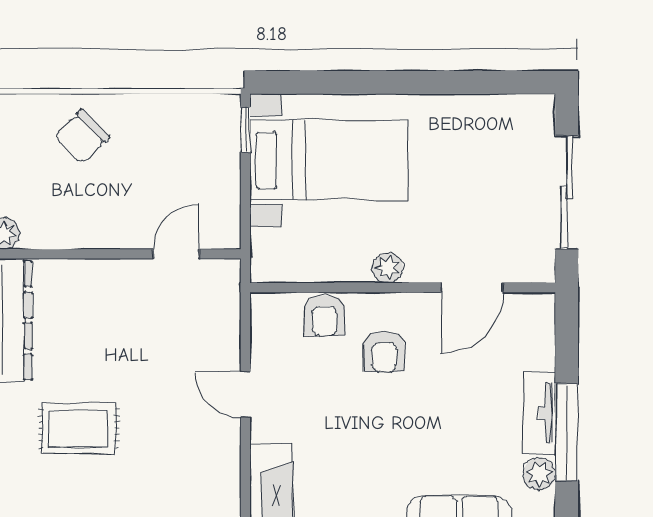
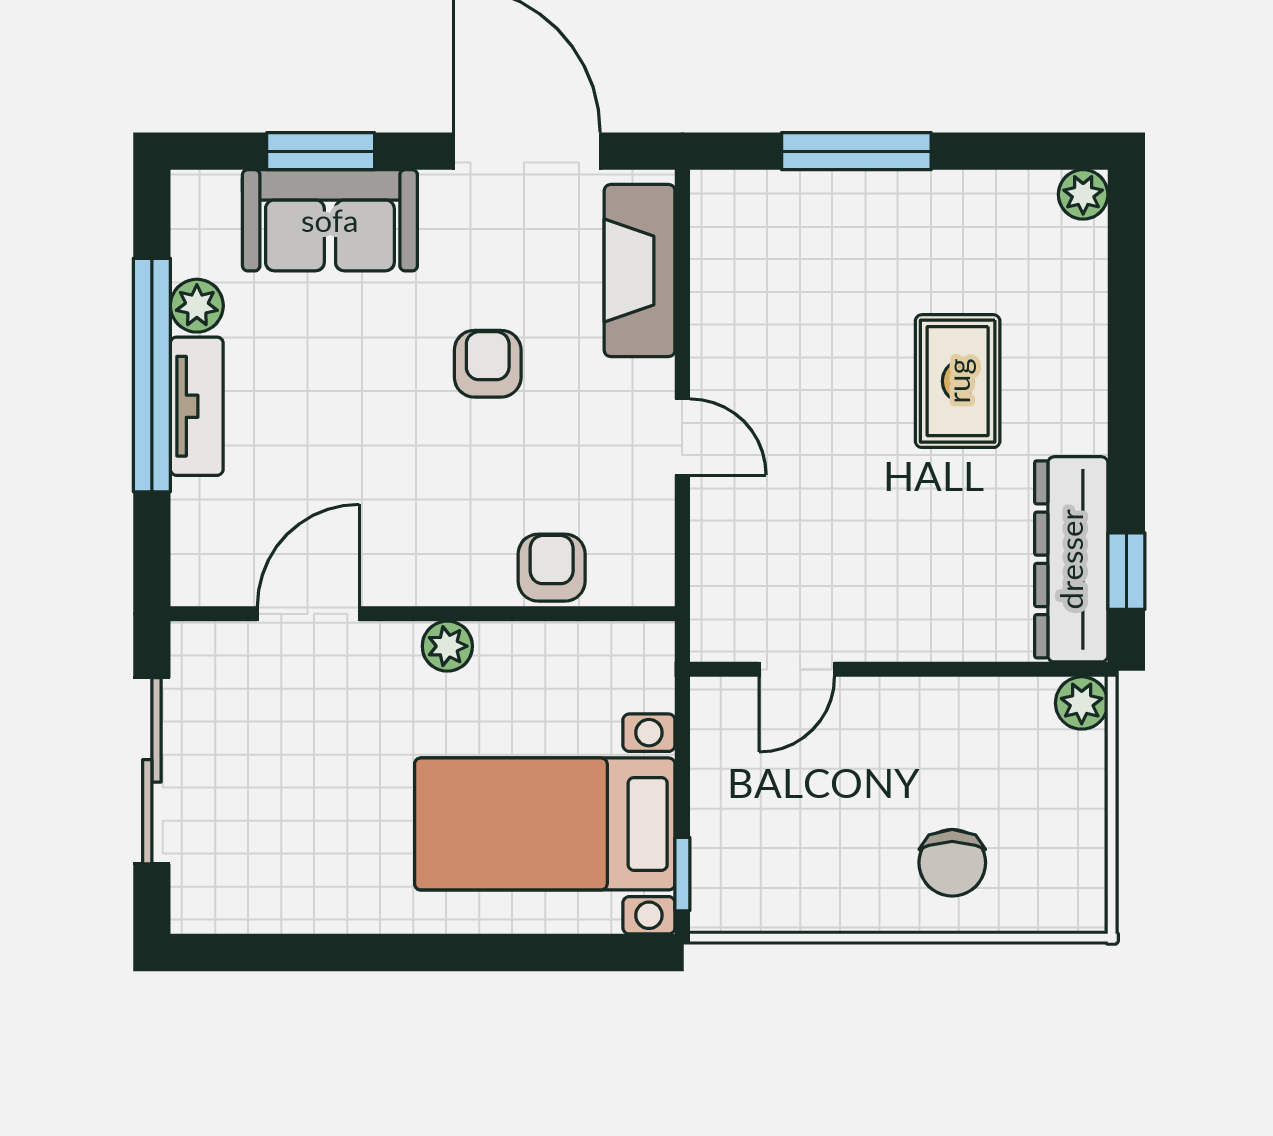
chair: (82, 137) -> (952, 863), turned 135
armchair: (384, 351) -> (488, 364), moved
rug: (79, 428) -> (958, 381), turned 90
window: (567, 432) -> (152, 375), width x1.46

